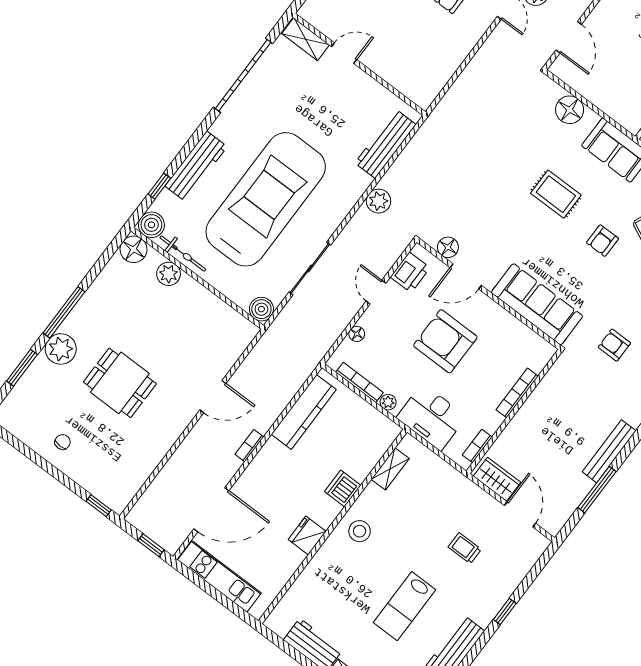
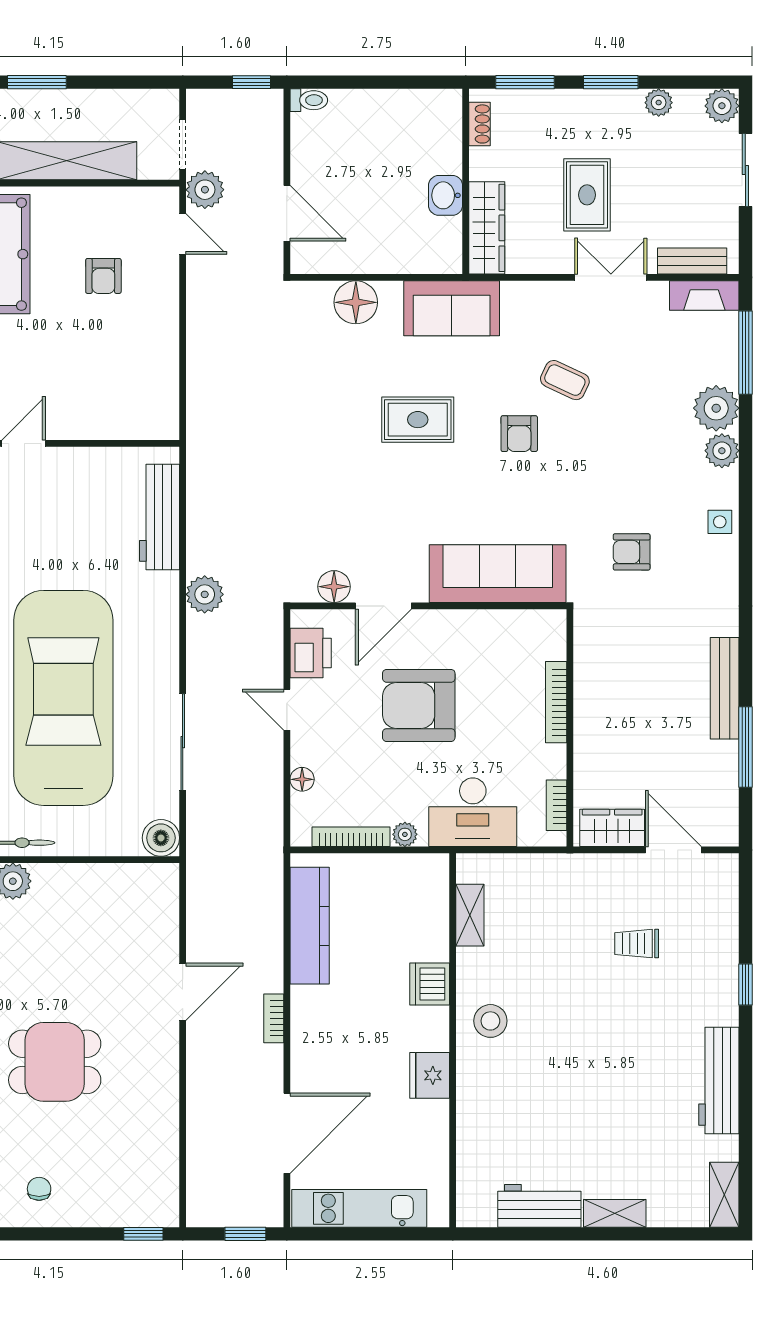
lab bench: (405, 606) -> (616, 1072), removed

